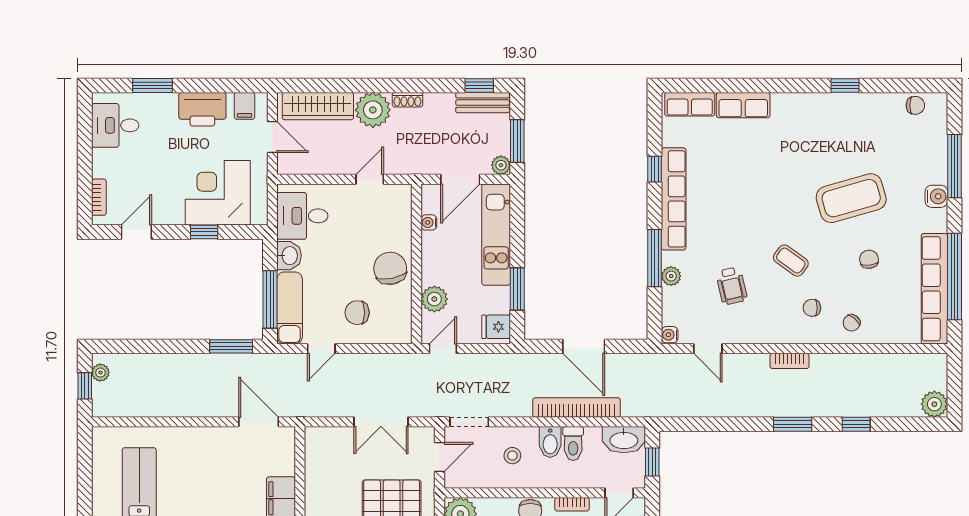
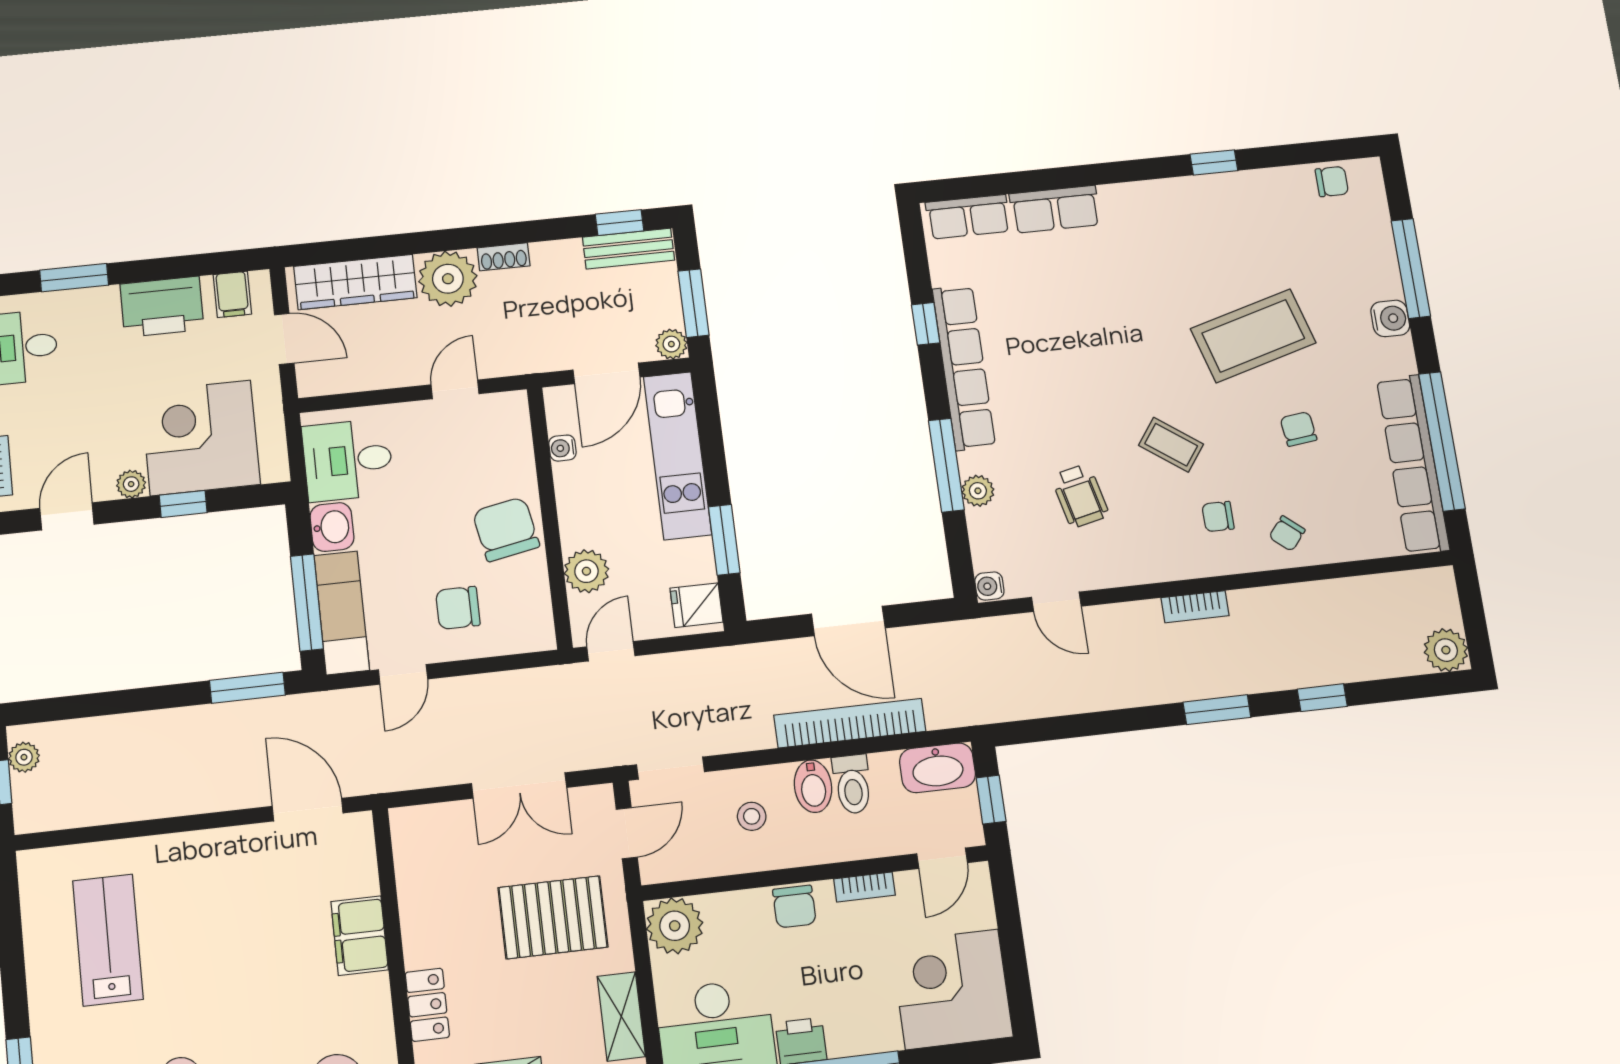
plant: (175, 217) -> (131, 484), added

